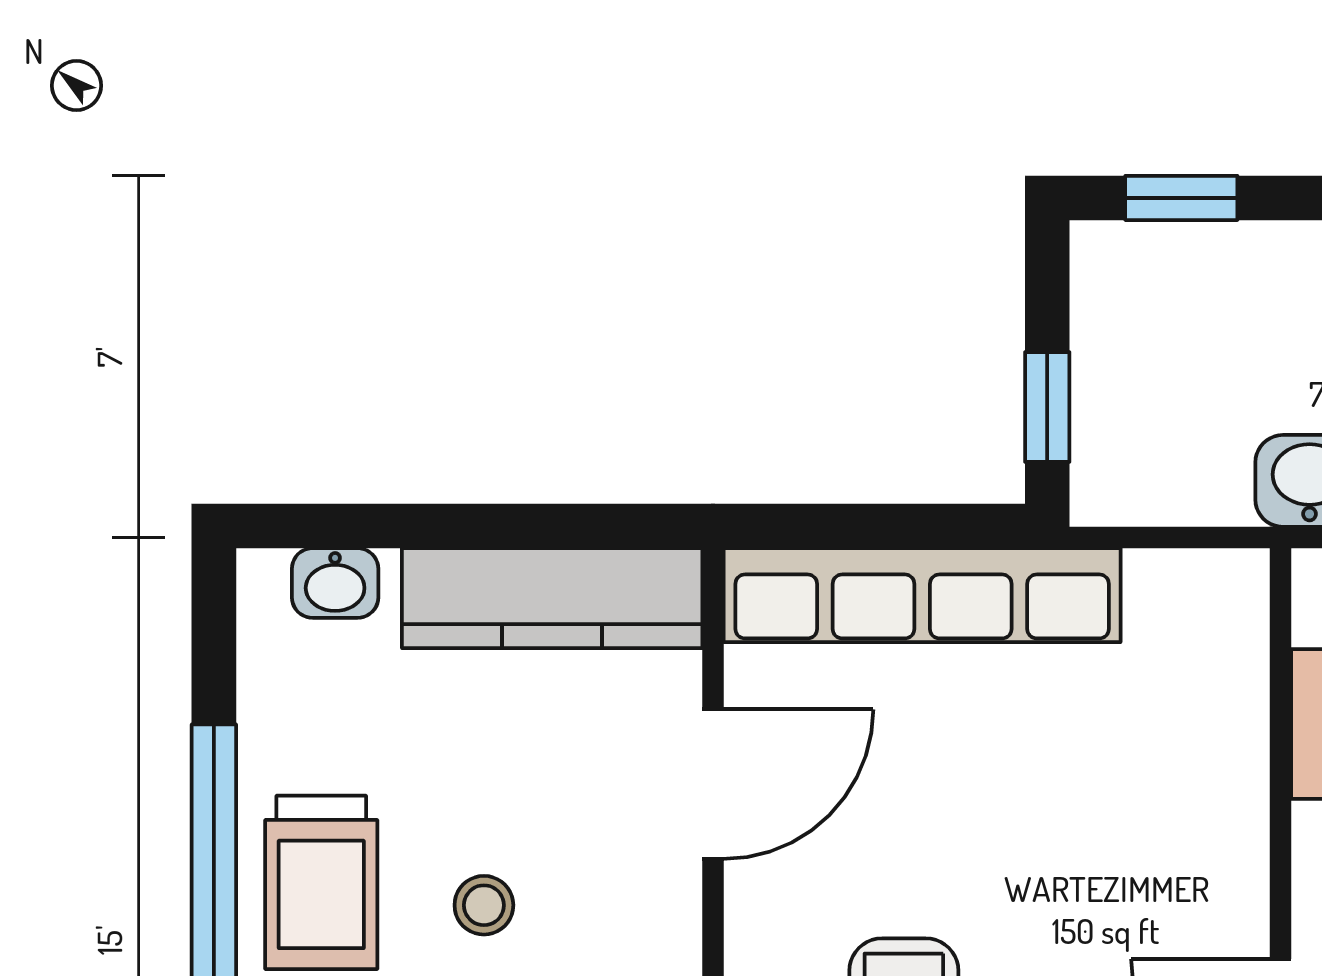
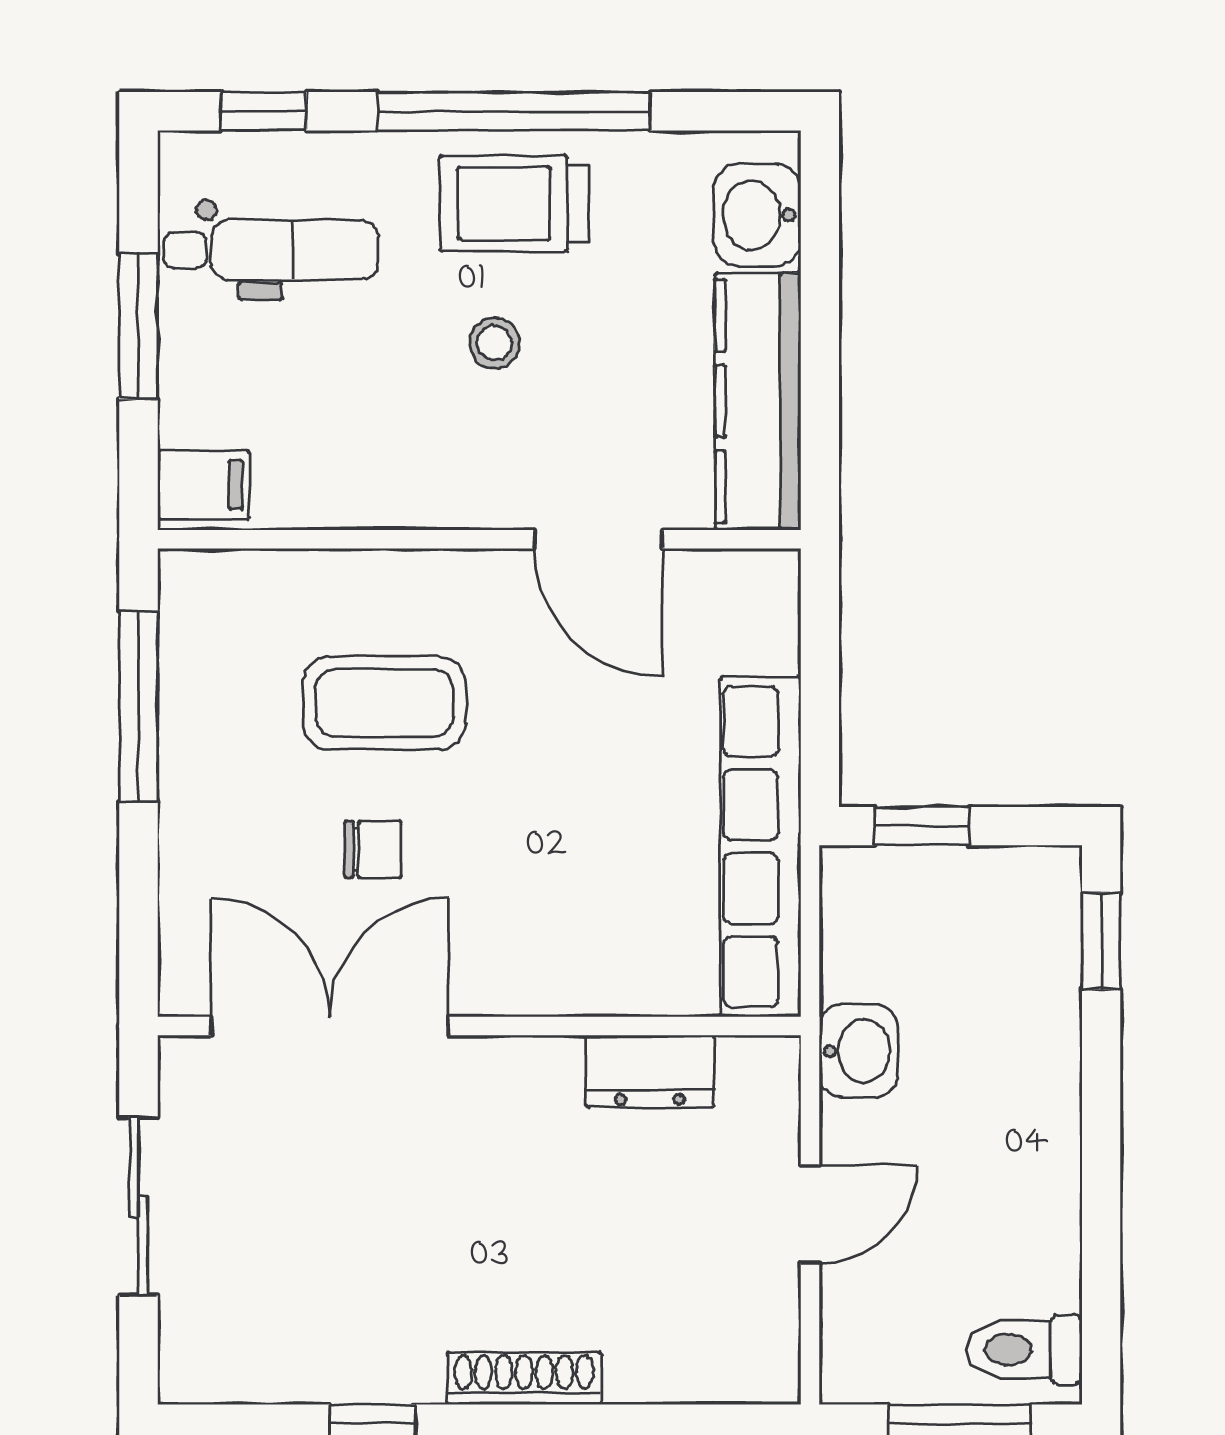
washbasin: (335, 583) -> (757, 215), width x1.38, depth x1.45
row of seats: (922, 595) -> (760, 847), moved

